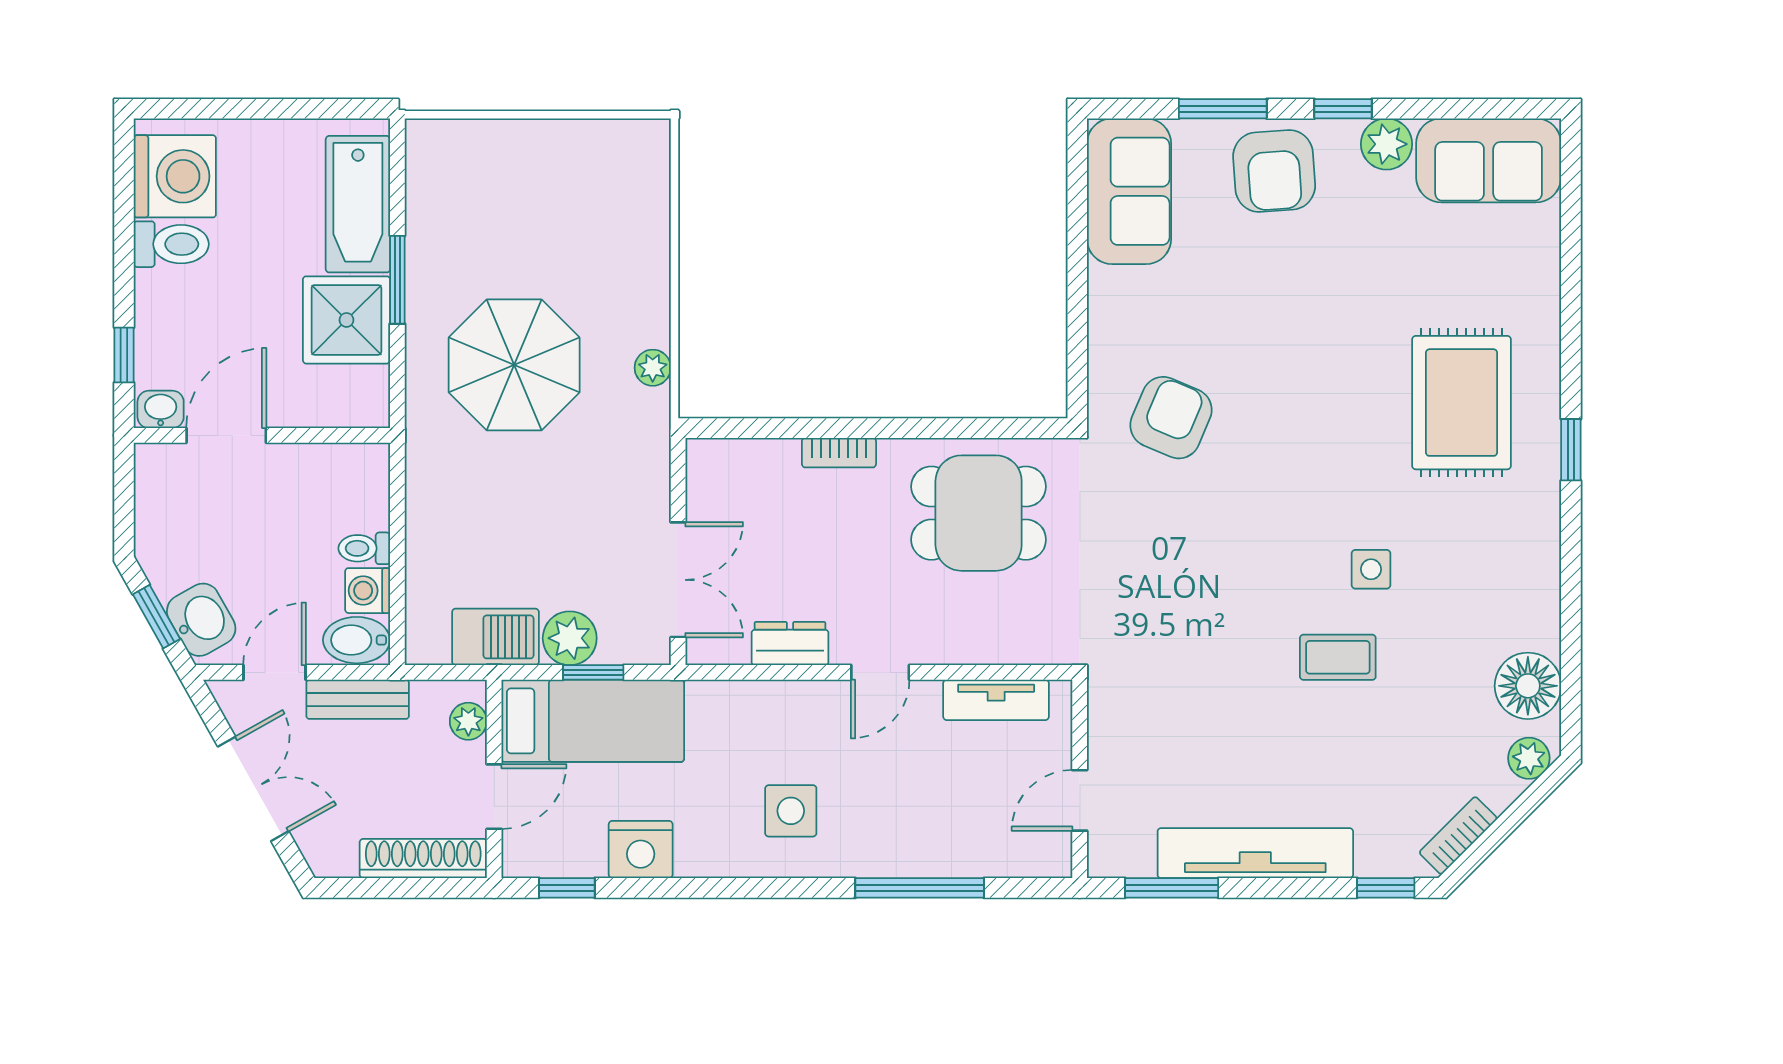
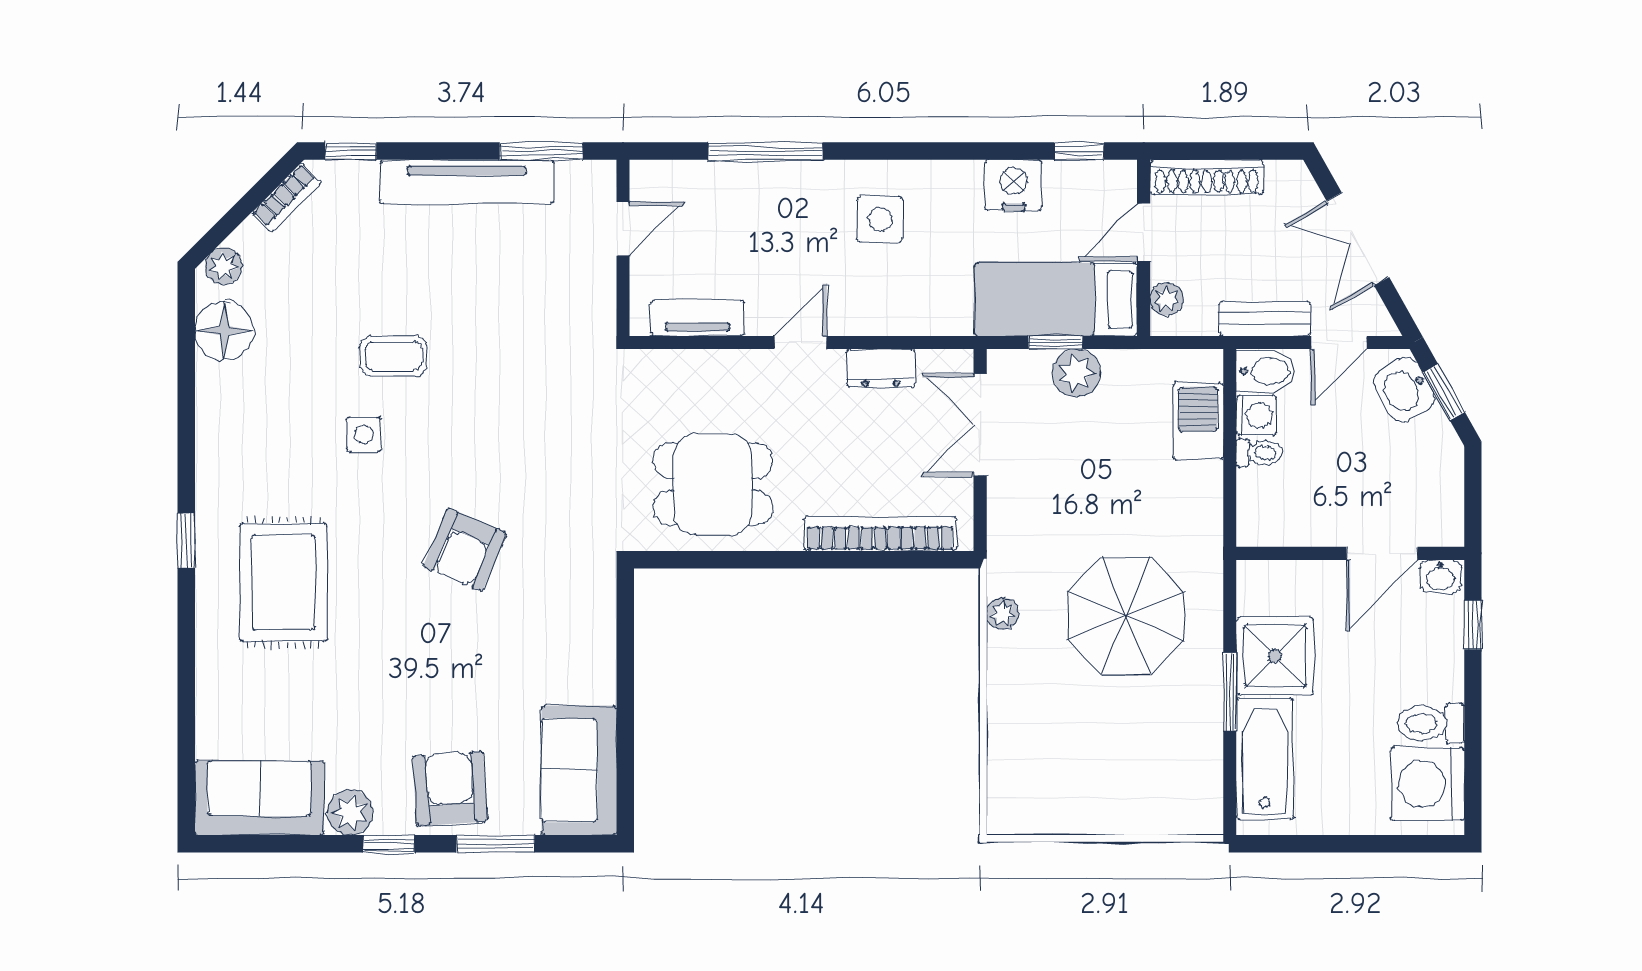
armchair: (1171, 418) -> (465, 550), moved
bookcase: (839, 453) -> (880, 534), width x2.31, depth x1.31
barbecue: (495, 637) -> (1198, 421), moved, turned 90

